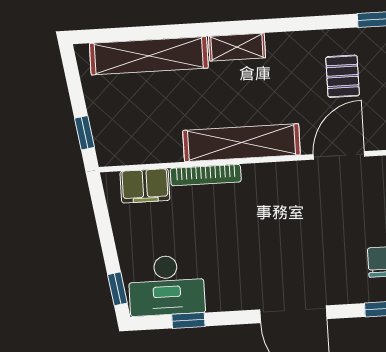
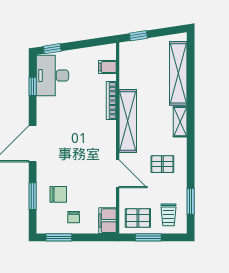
pallet: (343, 76) -> (162, 164), moved
filing cabinet: (145, 186) -> (107, 67), width x0.50

